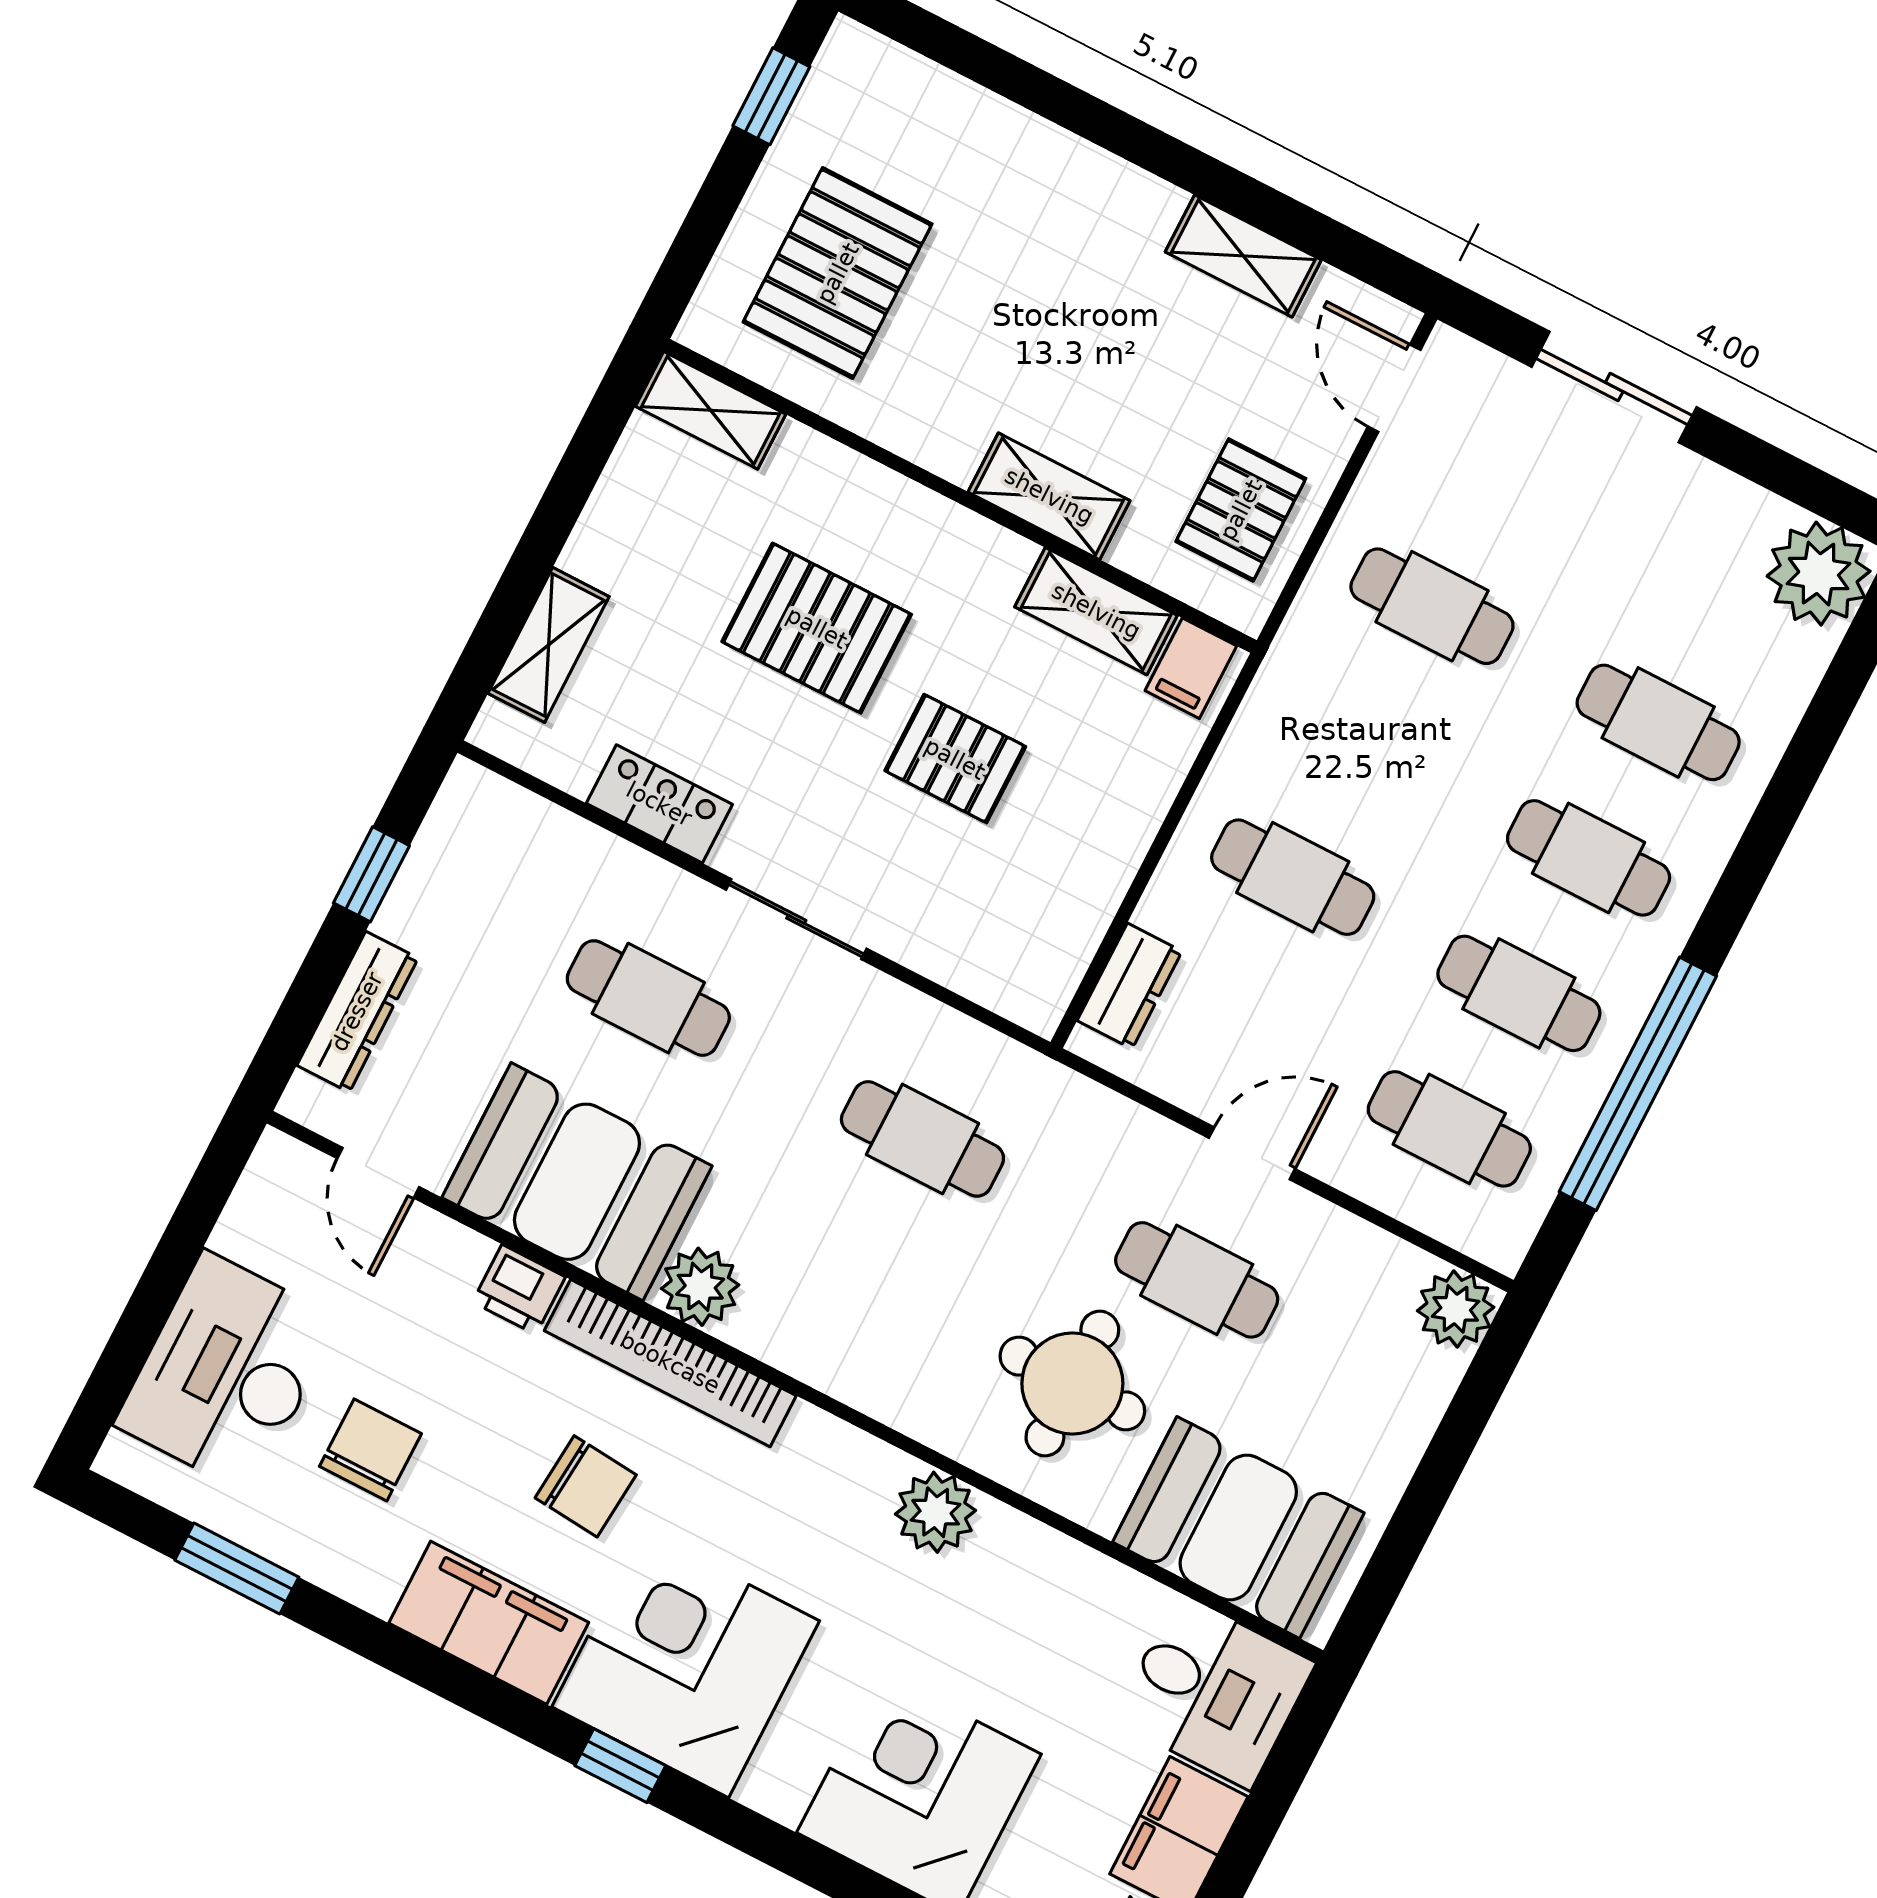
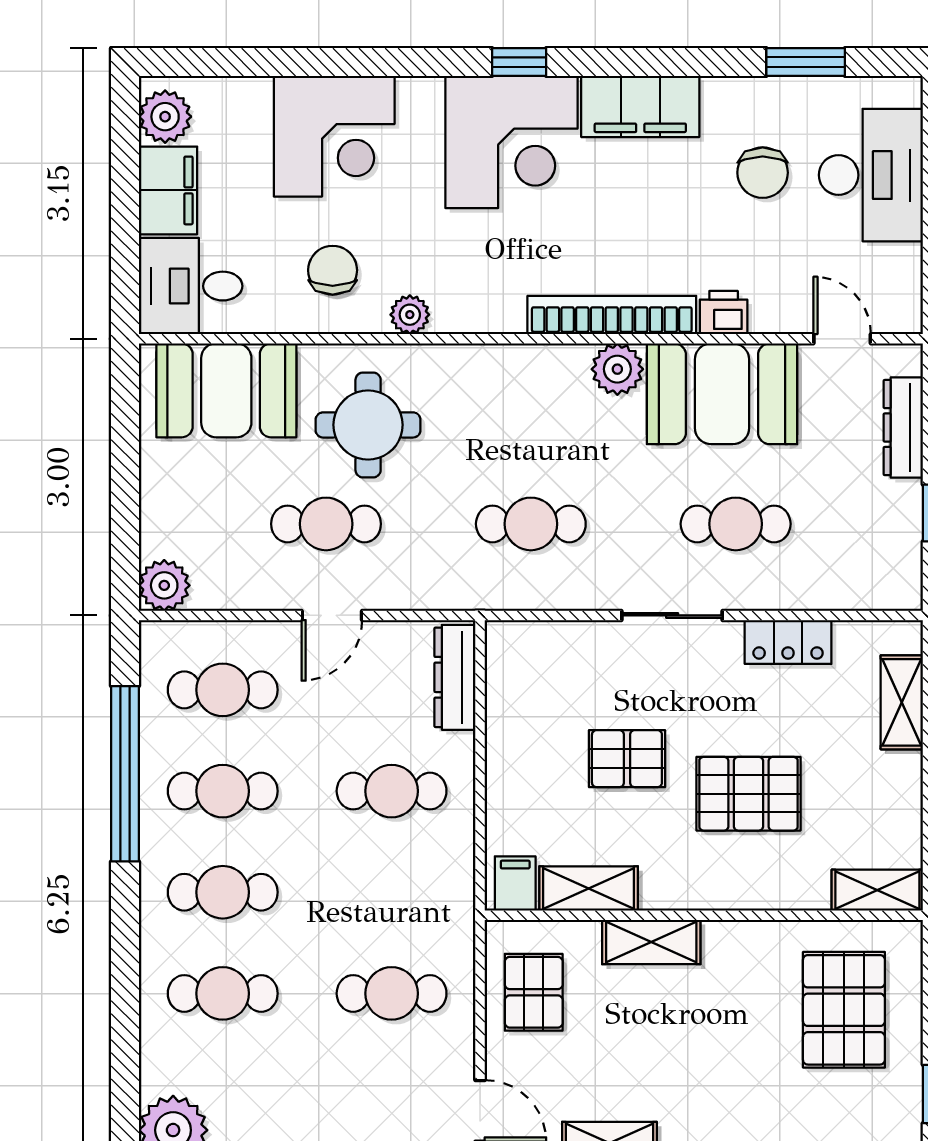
dresser: (1130, 986) -> (455, 677), width x1.44
chair: (586, 1486) -> (333, 270), moved, turned 85
plant: (936, 1512) -> (410, 315), width x0.73, depth x0.73

